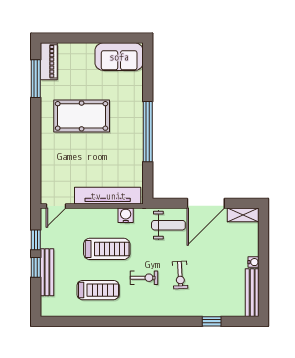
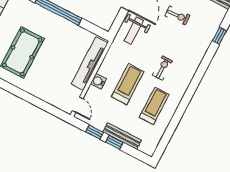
water cooler: (126, 215) -> (98, 81), moved
weight bench: (168, 225) -> (134, 31), turned 180
exercise bike: (180, 275) -> (177, 15), moved

